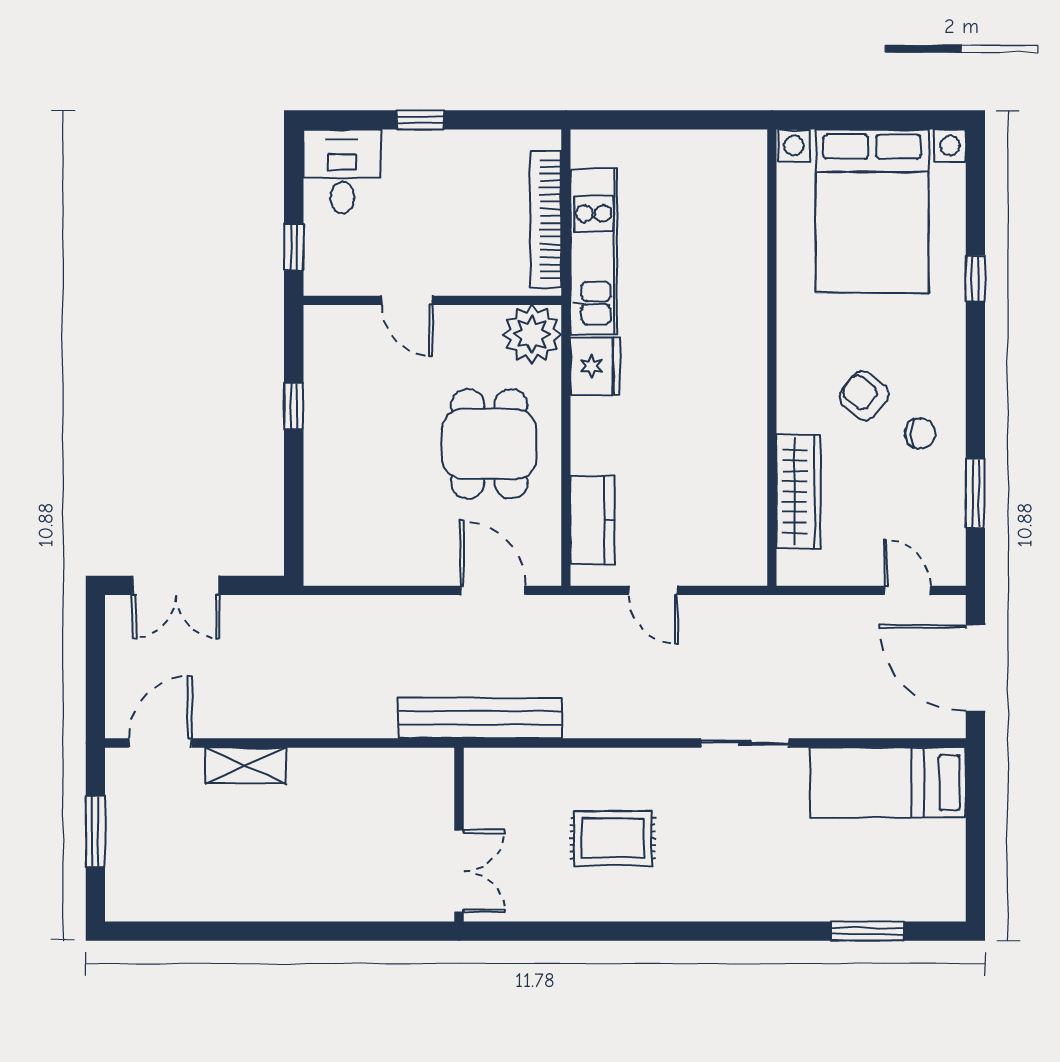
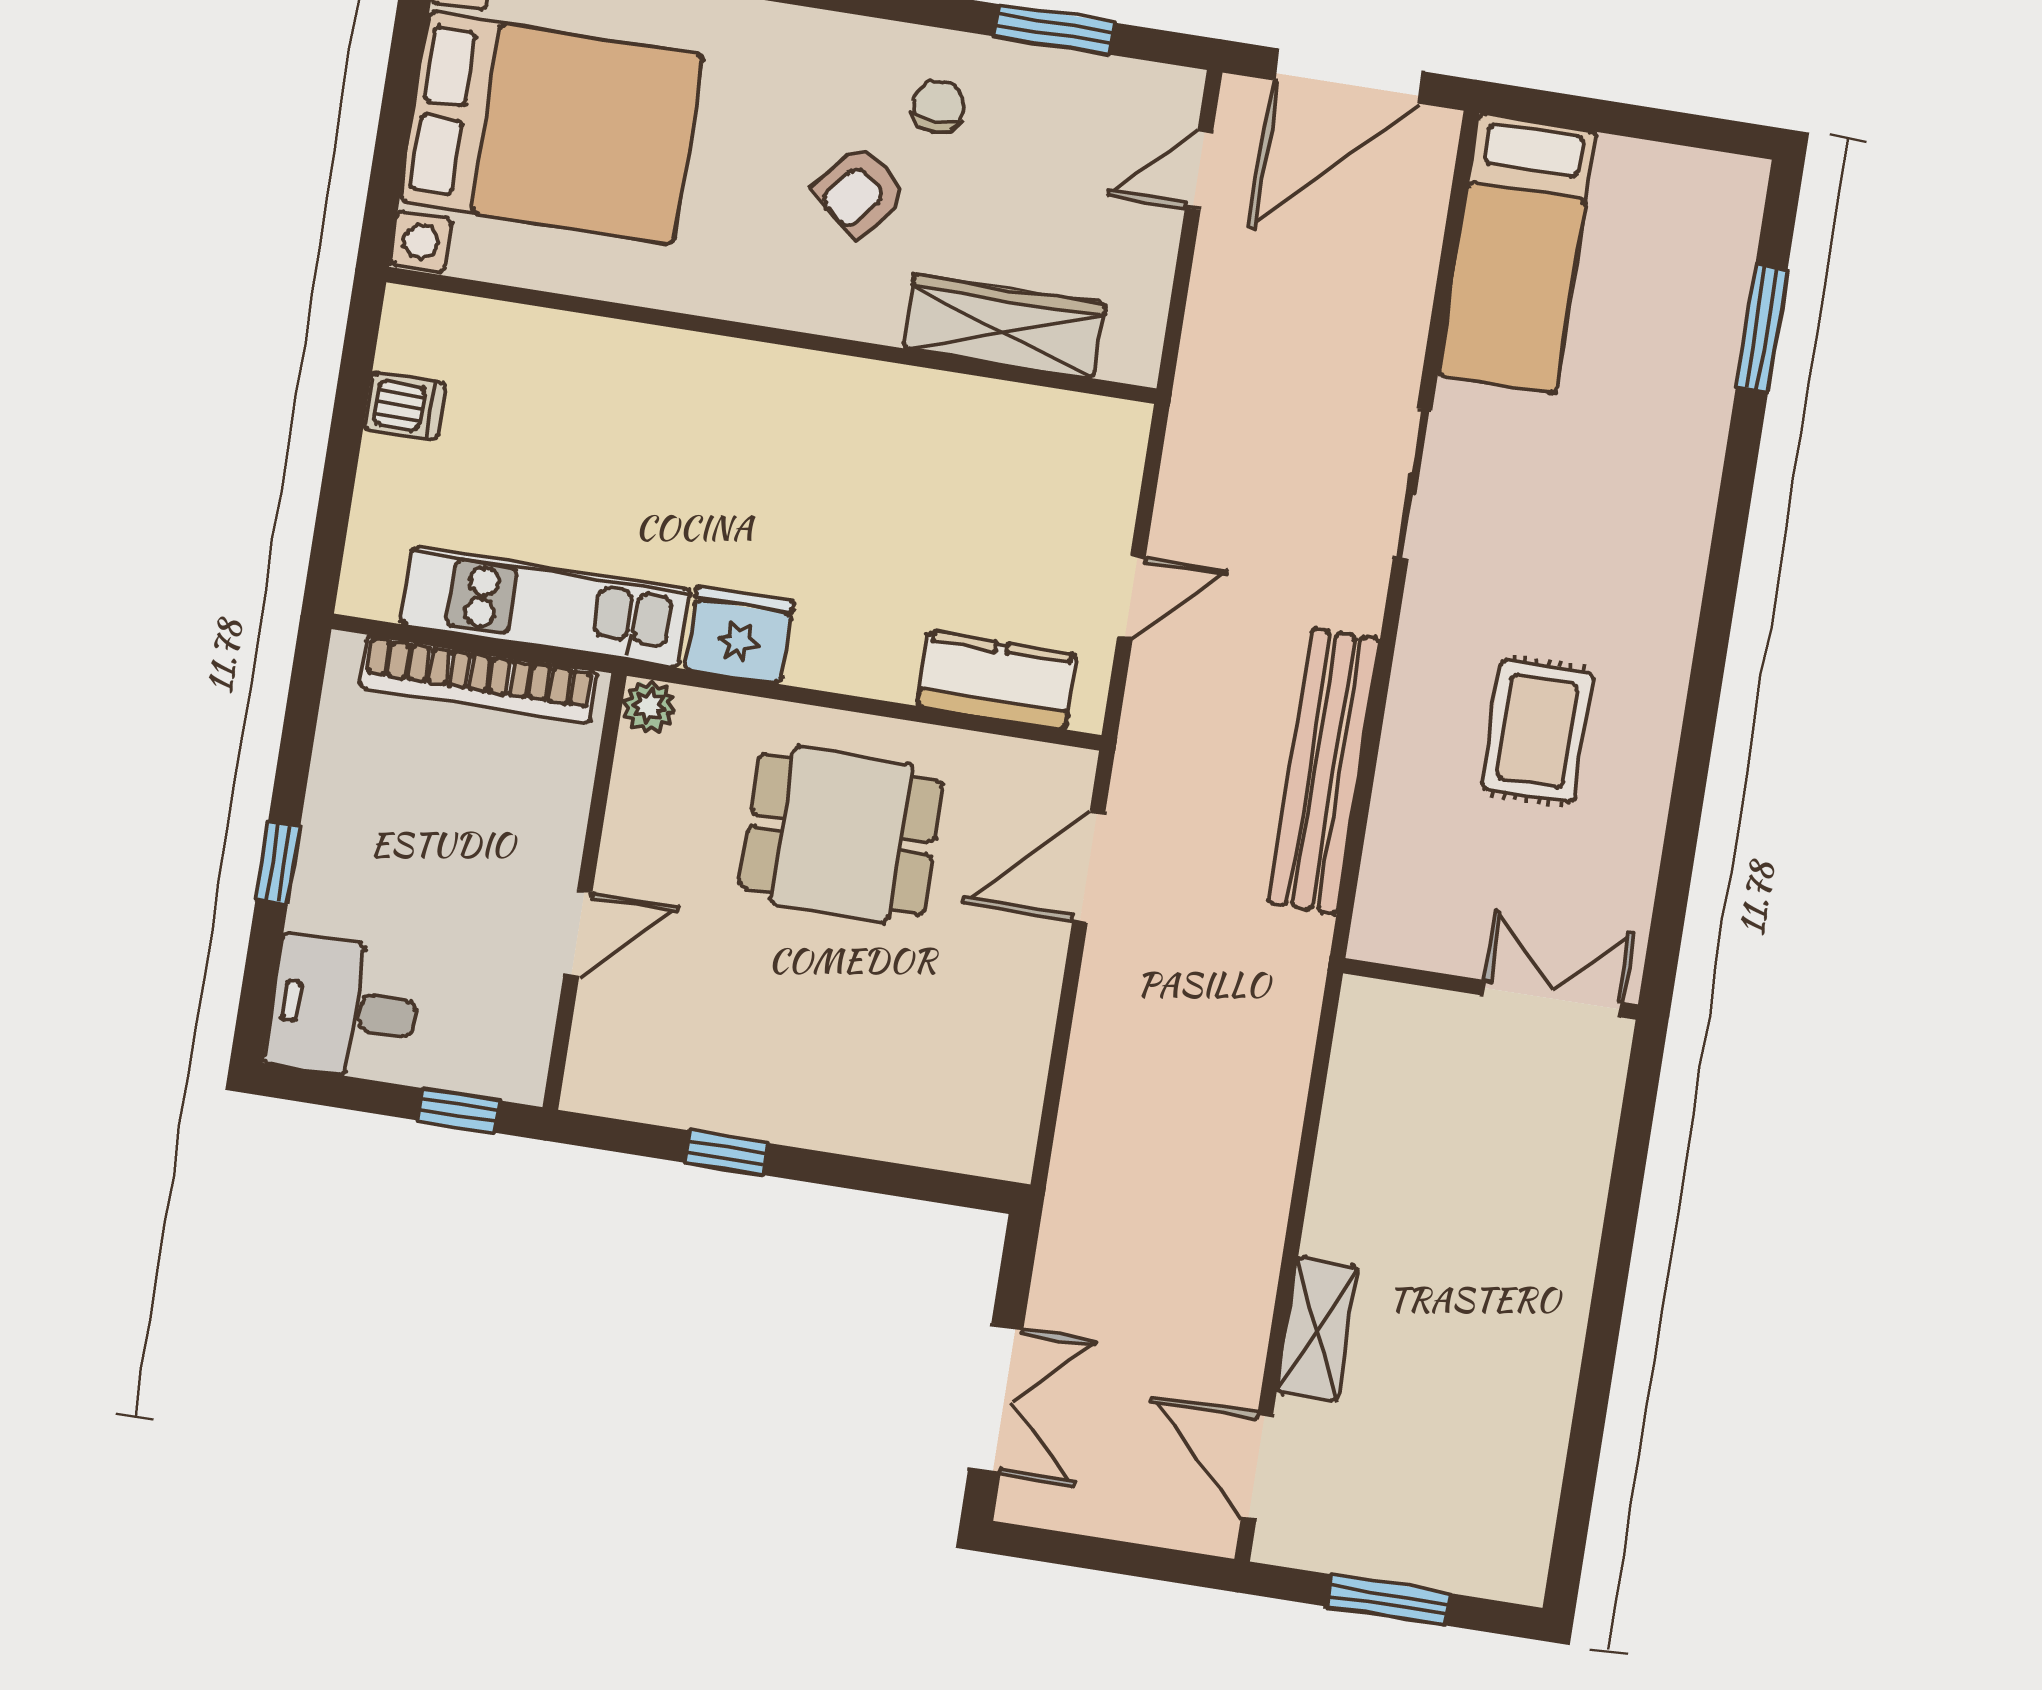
dishwasher: (697, 151) -> (405, 406), added
plant: (532, 334) -> (649, 706), width x0.53, depth x0.53
bench: (480, 718) -> (1324, 771), moved

